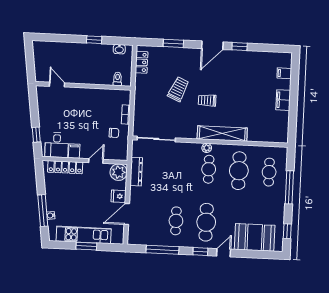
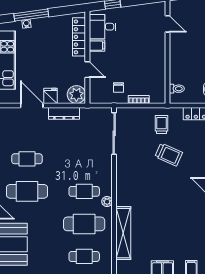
door: (57, 85) -> (167, 24), hinge flipped
trolley: (207, 100) -> (162, 124), moved
shelving: (222, 134) -> (123, 233), moved
plant: (207, 148) -> (107, 202), moved
dresser: (136, 172) -> (64, 113), moved

